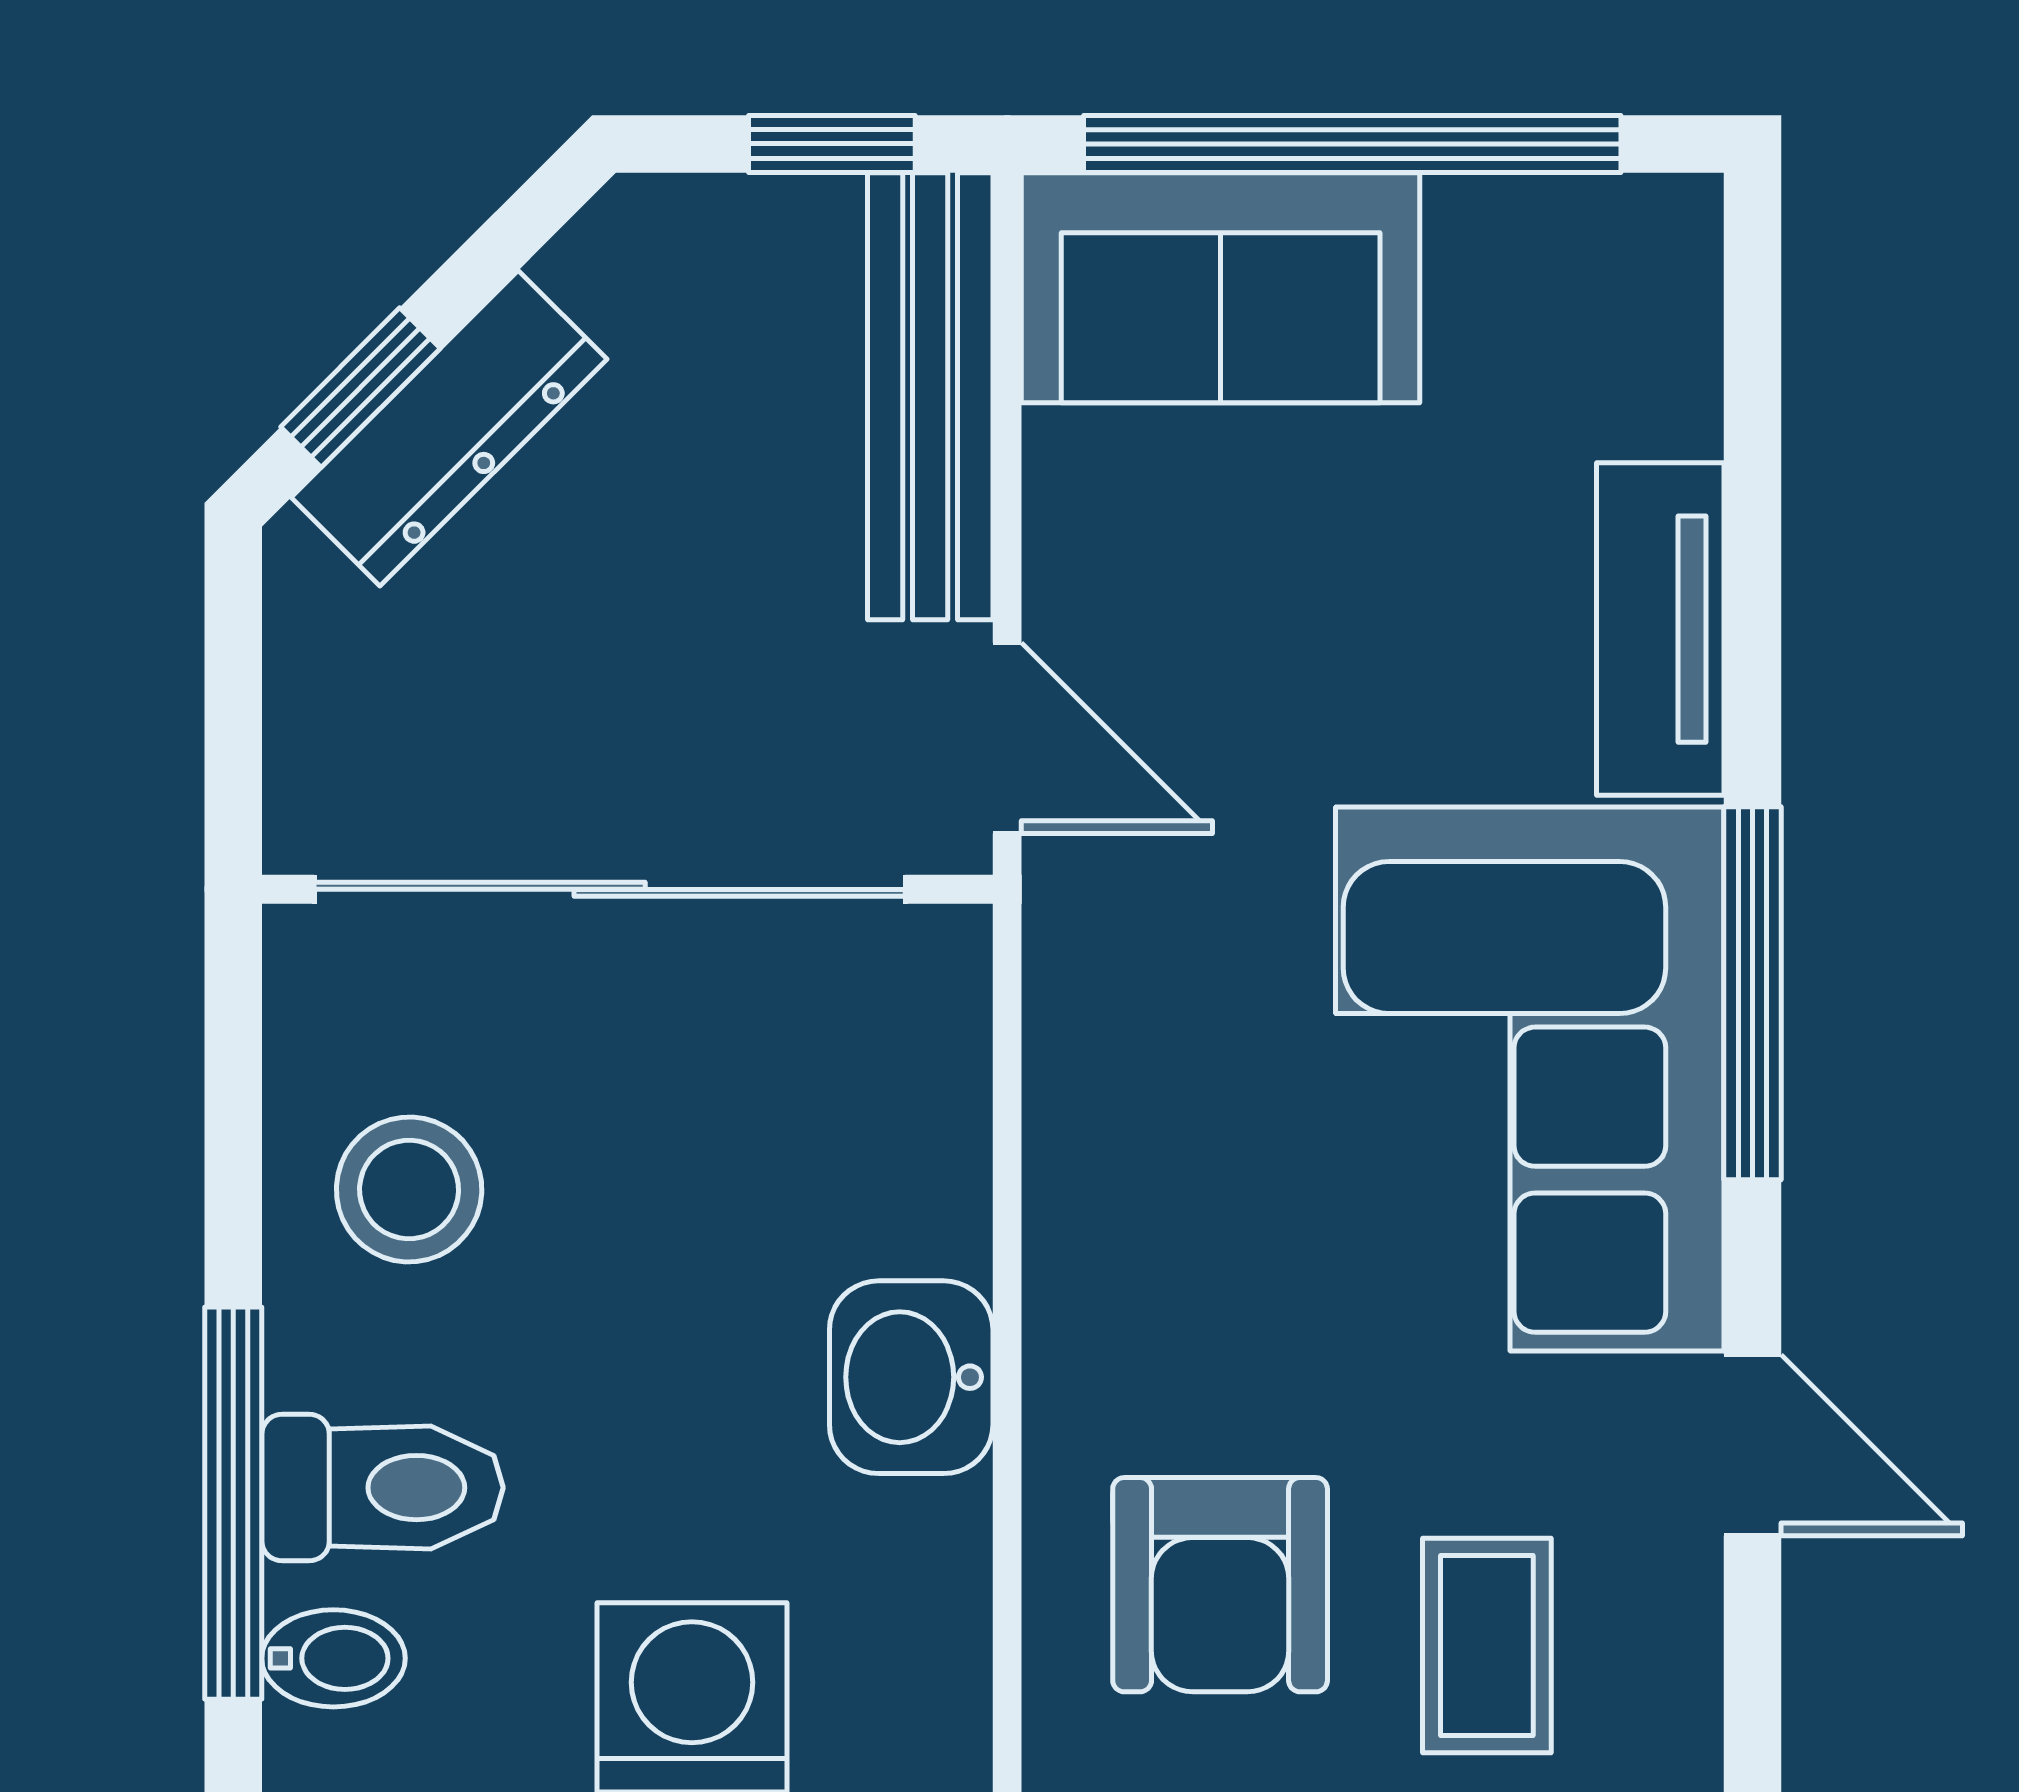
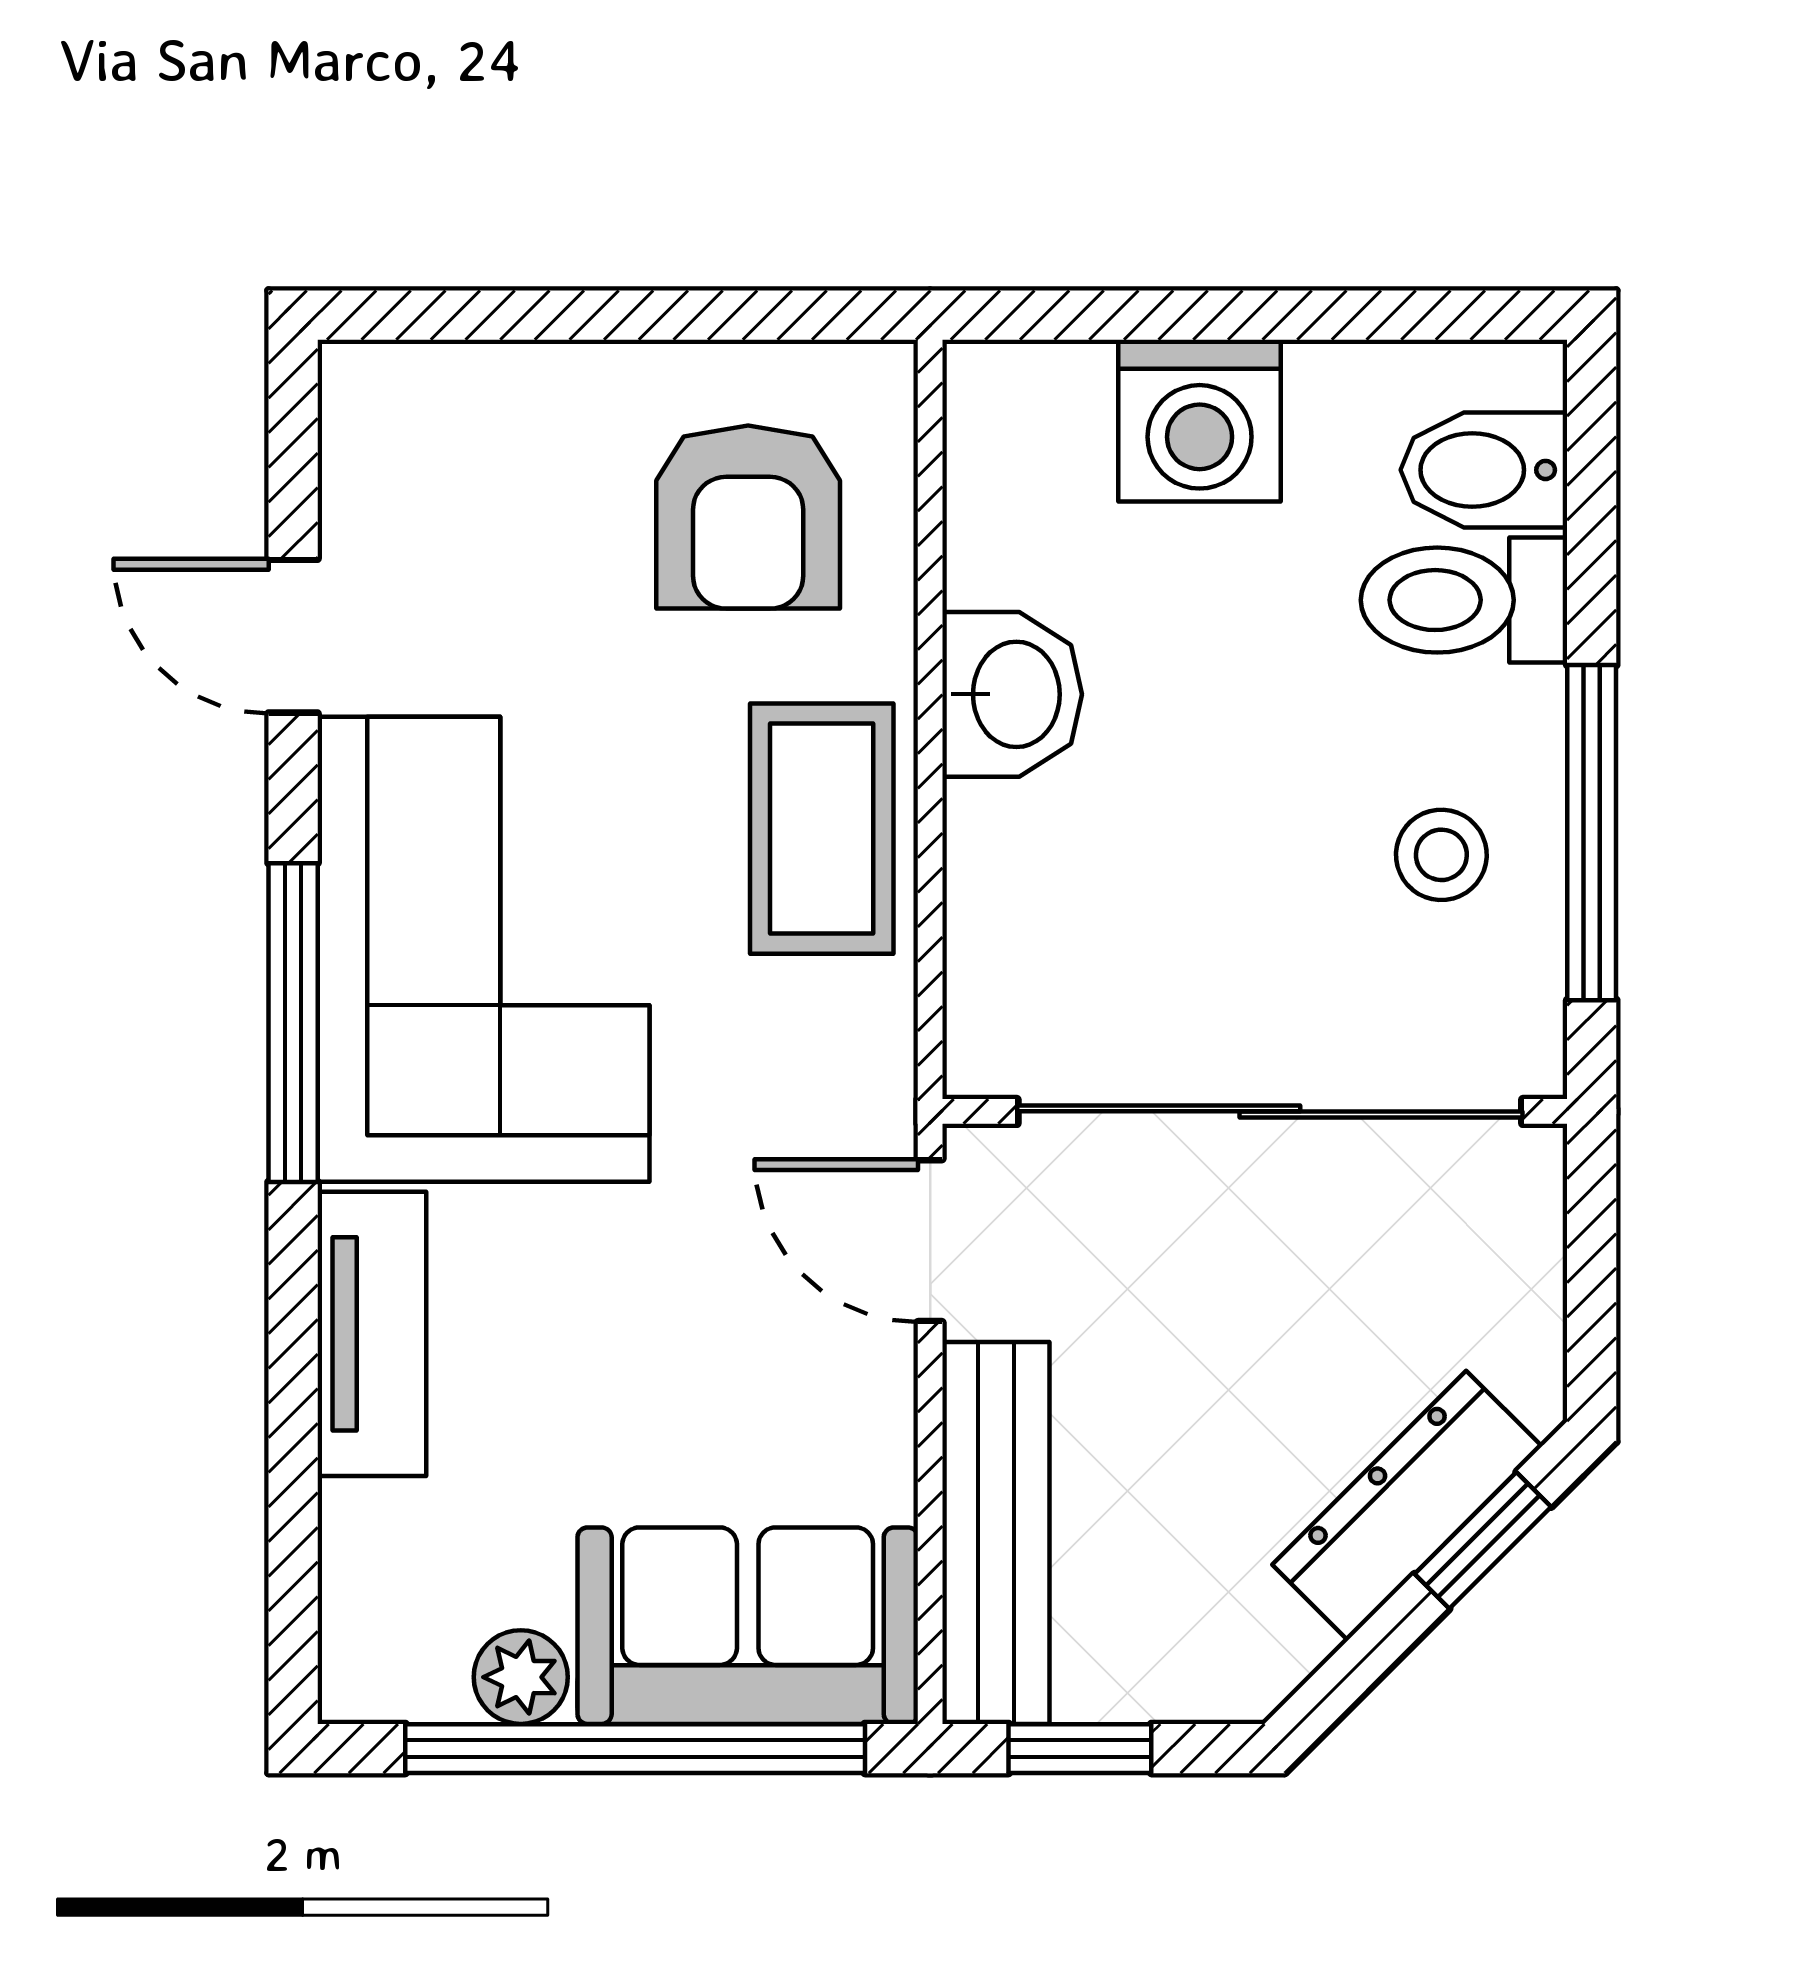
plant: (1486, 228) -> (521, 1677), added
stool: (409, 1189) -> (1441, 855), width x0.73, depth x0.73
window: (233, 1503) -> (1592, 833), moved
armchair: (1220, 1585) -> (748, 517), turned 180
coffee table: (1487, 1645) -> (822, 829), moved, width x1.36, depth x1.30
bidet: (333, 1658) -> (1484, 470), width x1.38, depth x1.36

